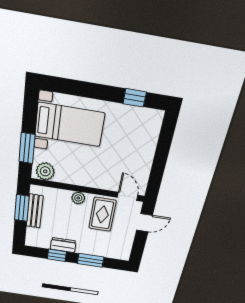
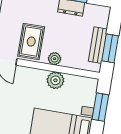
plant: (45, 171) -> (55, 80), moved

